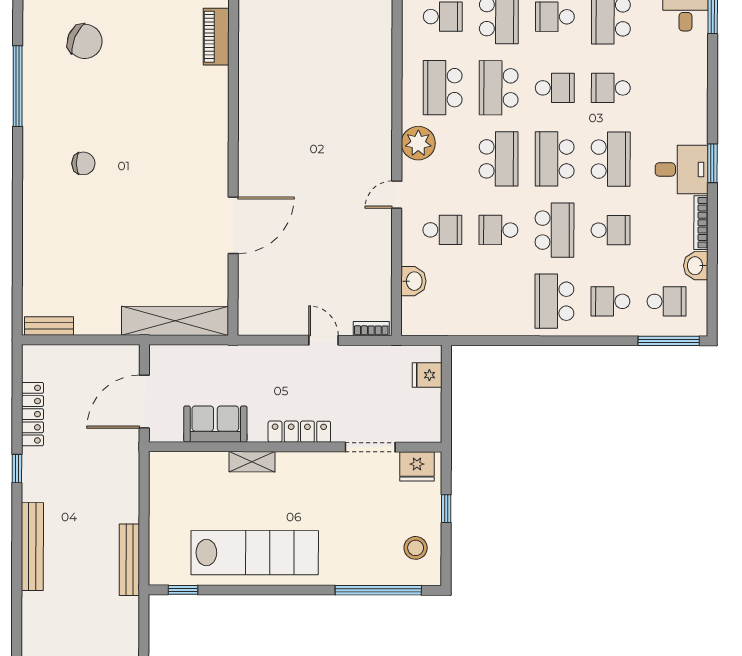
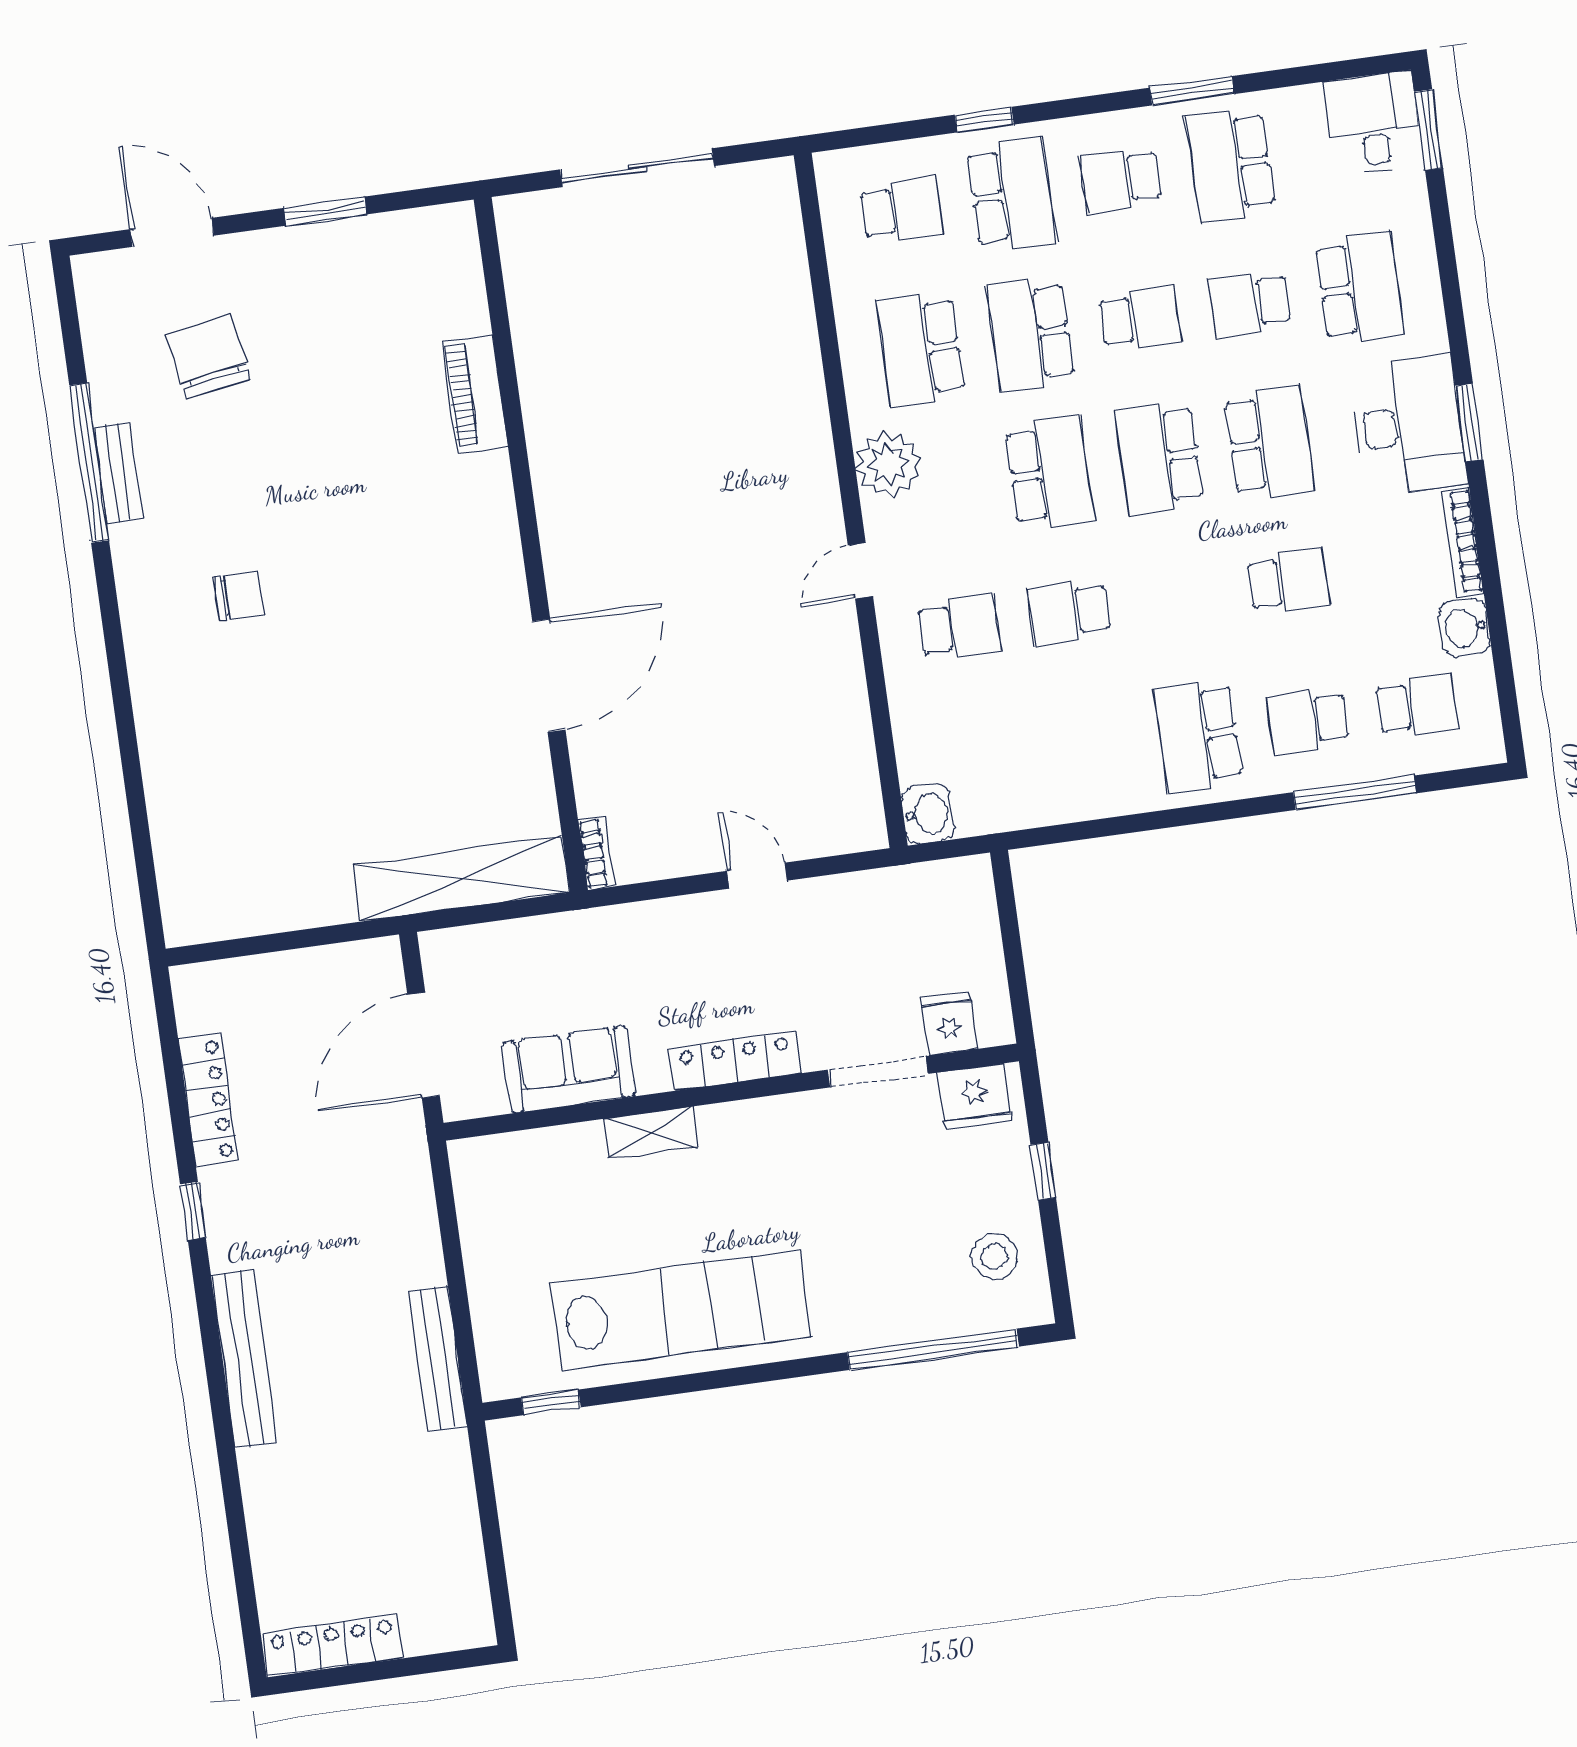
piano: (216, 37) -> (475, 394), moved
chair: (85, 41) -> (208, 357), turned -122
desk: (682, 169) -> (1408, 425), width x1.37
school desk: (554, 230) -> (1359, 288), moved
washbasin: (414, 281) -> (928, 814), moved
bench: (49, 326) -> (118, 473), moved, turned 90
bookcase: (371, 329) -> (597, 853), moved, turned 90
window: (669, 341) -> (1355, 793), moved
fridge: (427, 375) -> (949, 1023), moved, turned 90

